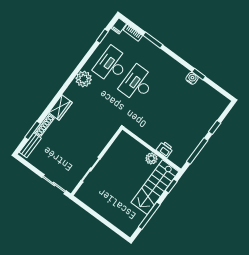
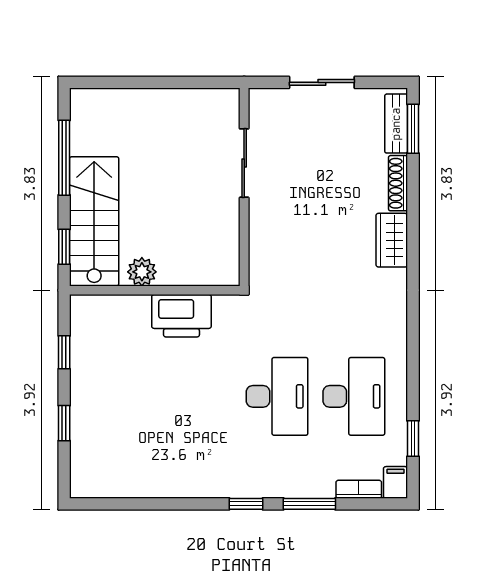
window: (199, 74) -> (246, 504), moved
water cooler: (192, 78) -> (178, 486), removed
plant: (84, 79) -> (388, 329), removed
window: (33, 130) -> (413, 129), moved
printer: (165, 149) -> (181, 316), moved, width x1.87, depth x1.48
window: (197, 151) -> (64, 352), width x0.46
sliding door: (54, 184) -> (322, 82), moved

